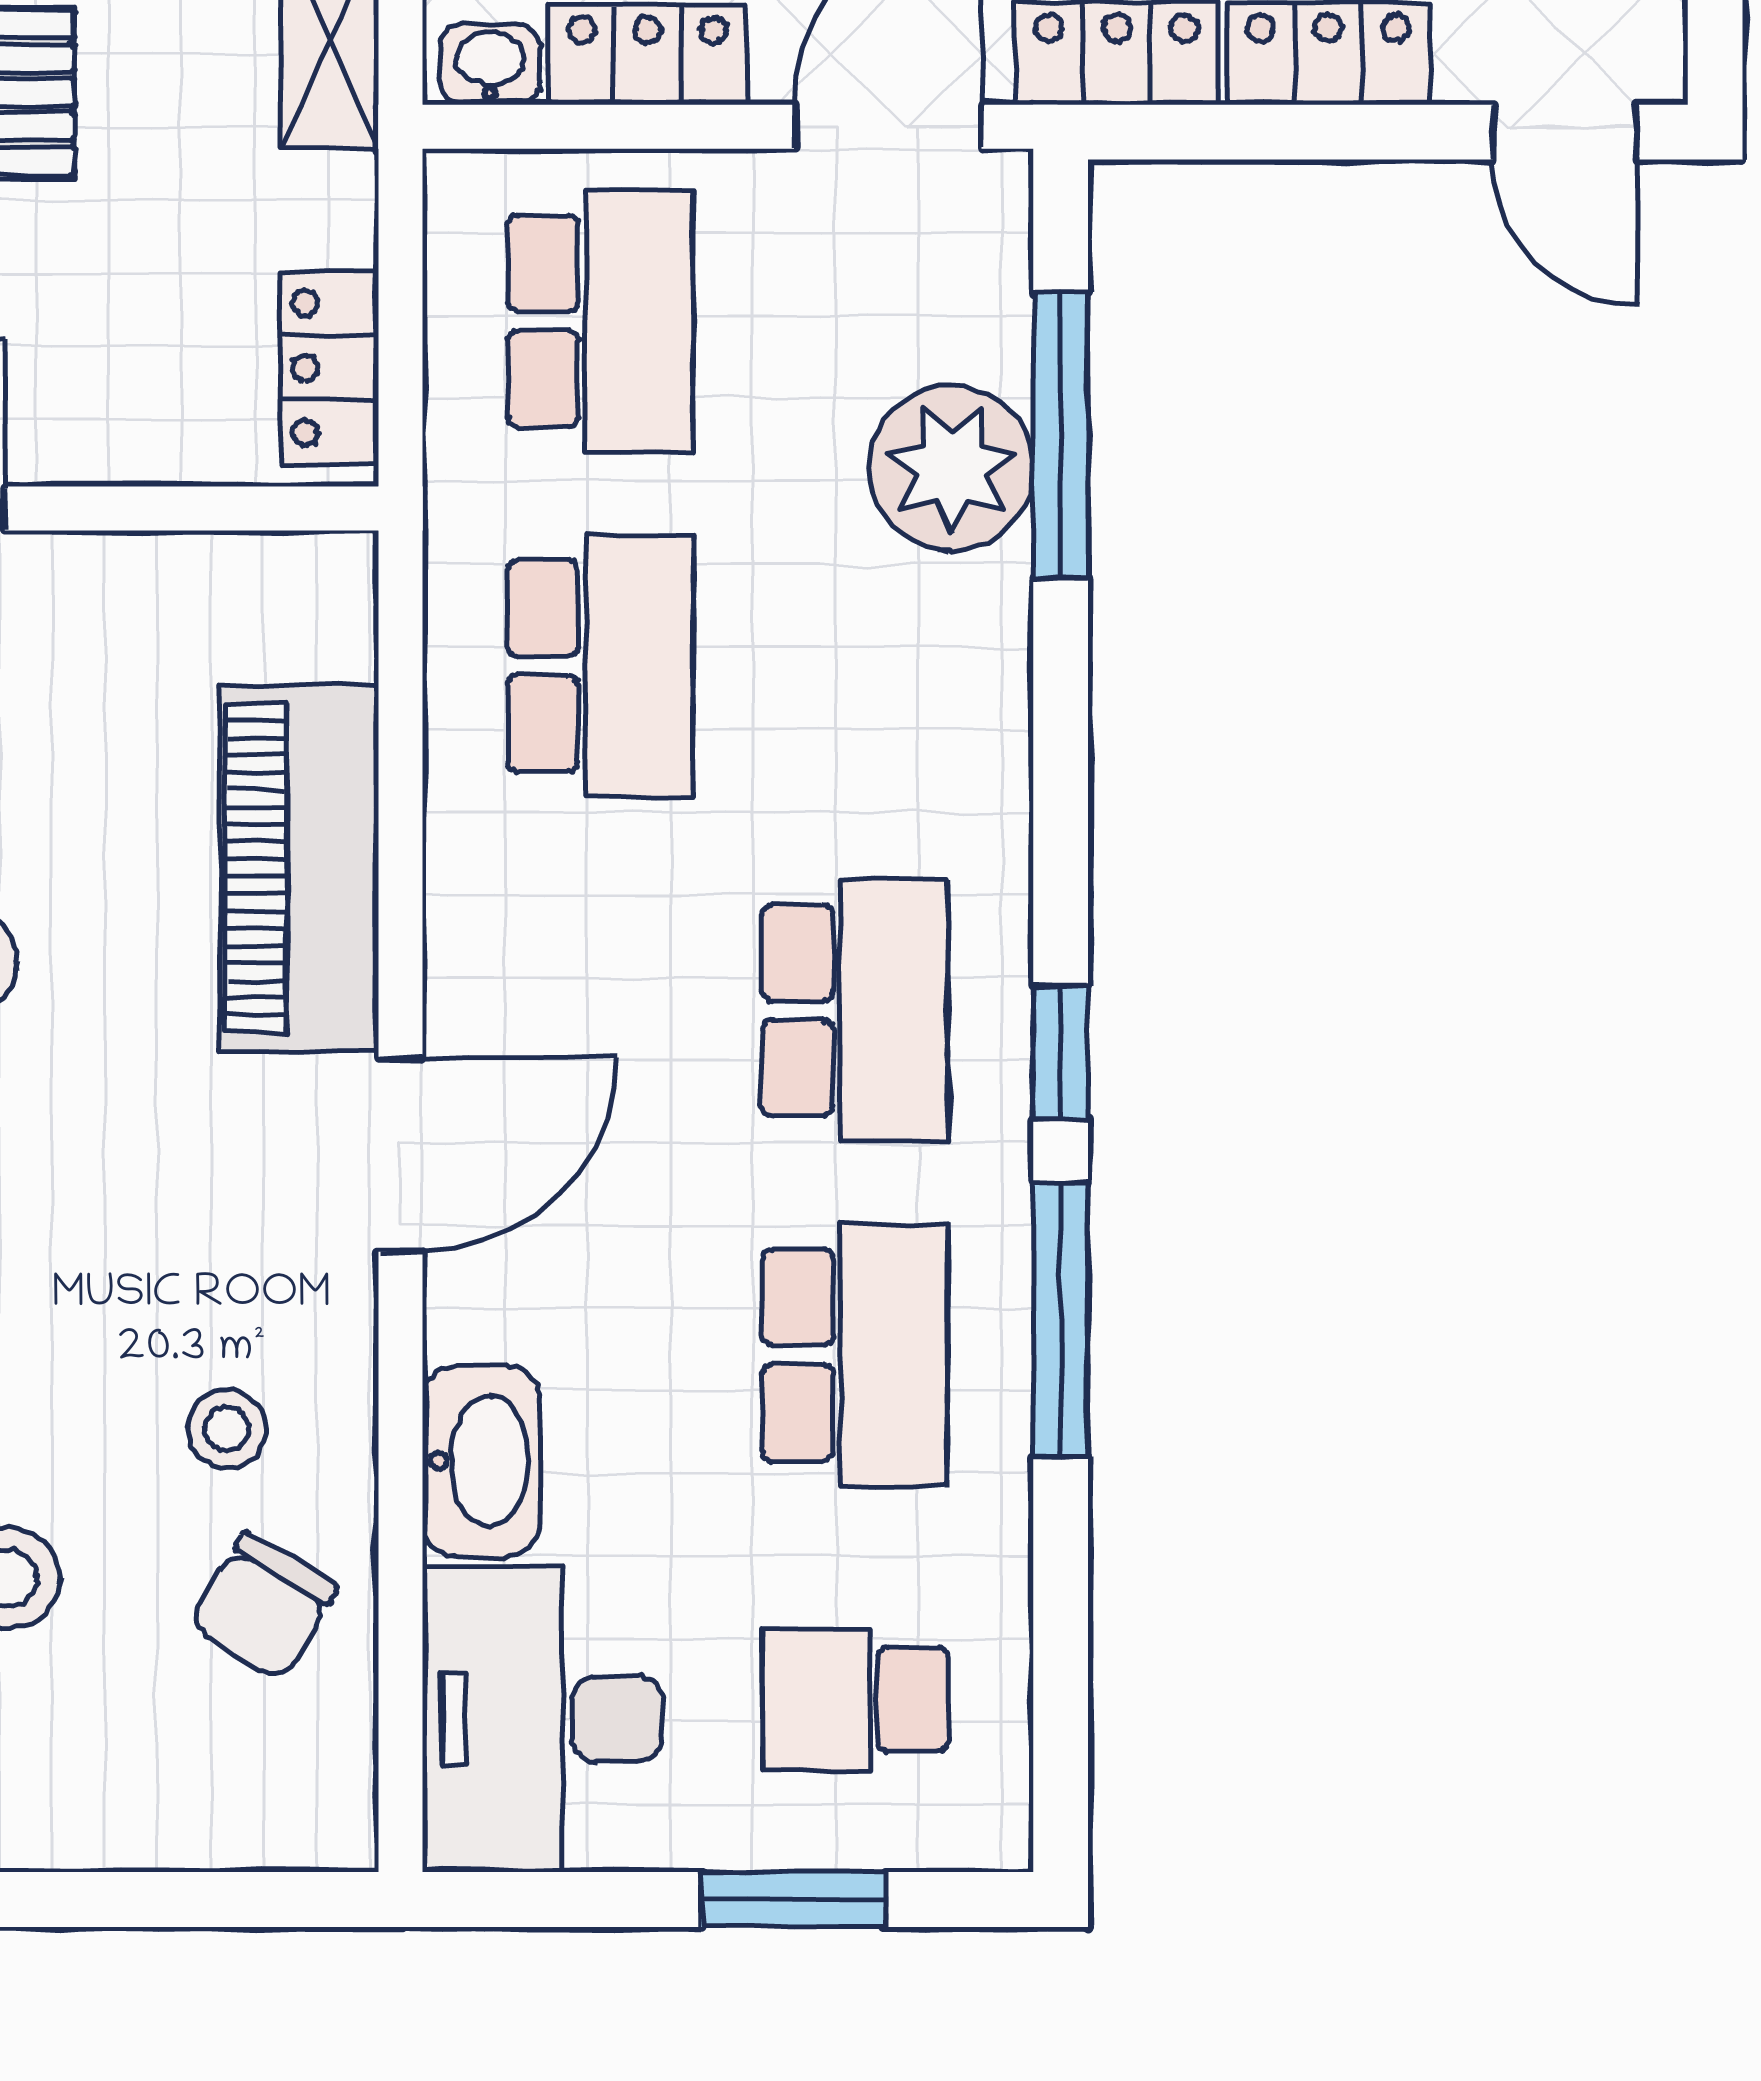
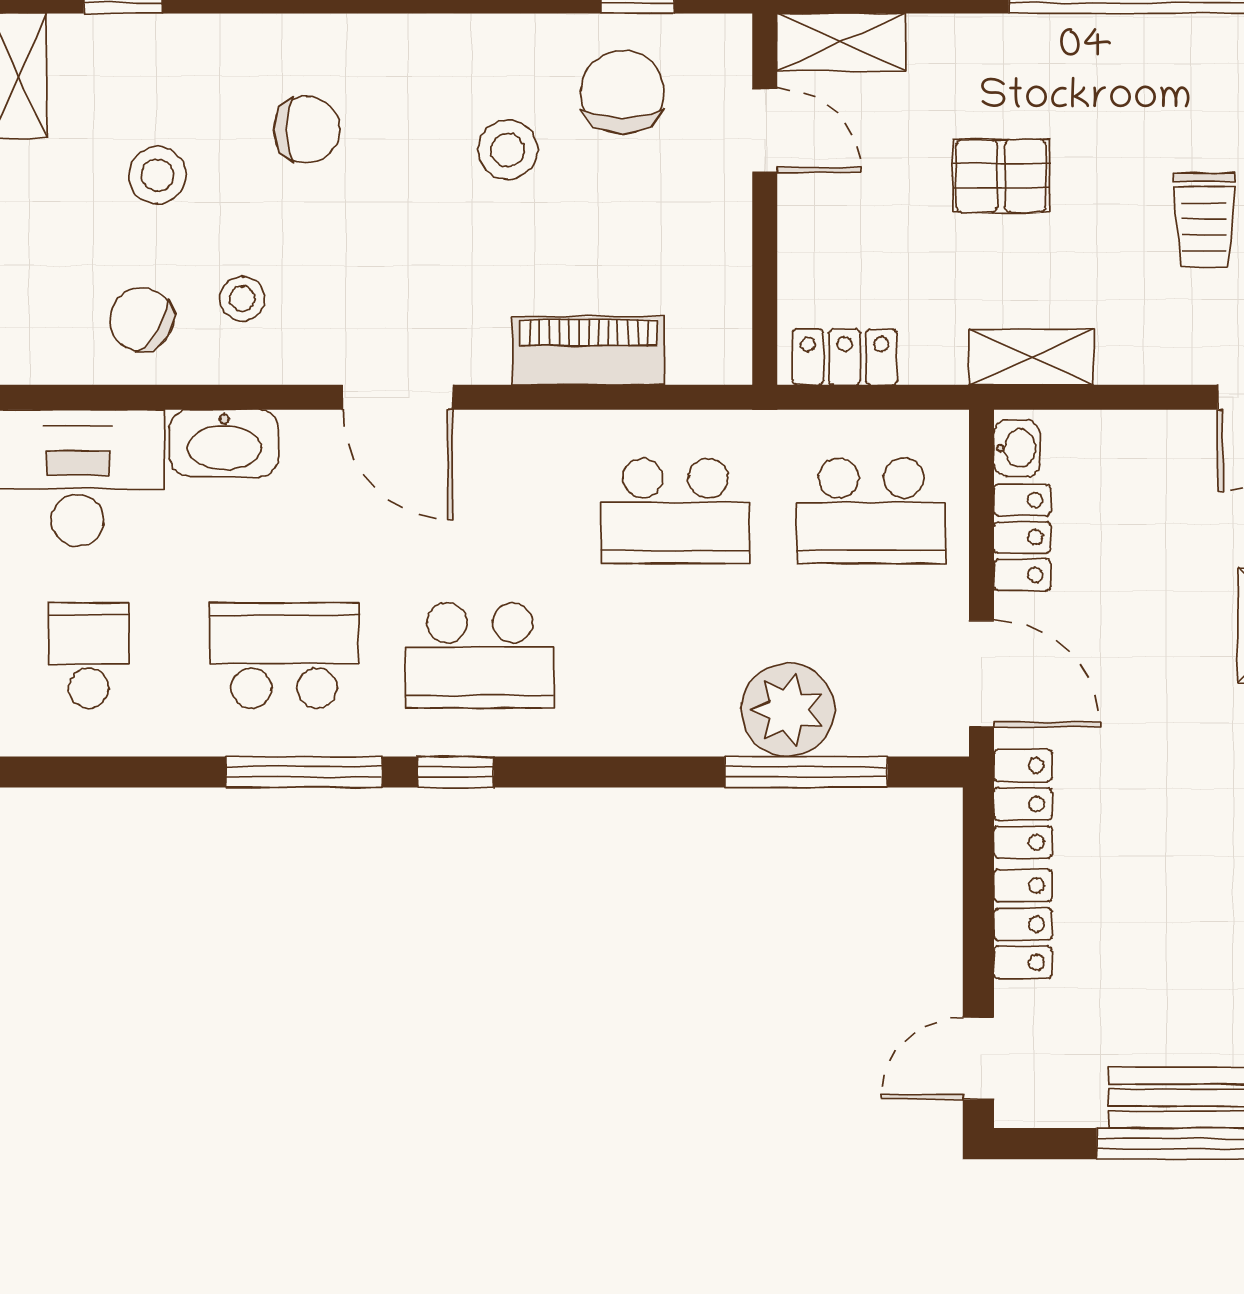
piano: (299, 868) -> (589, 351), width x0.73, depth x0.75
school desk: (855, 1355) -> (284, 655), turned 180

